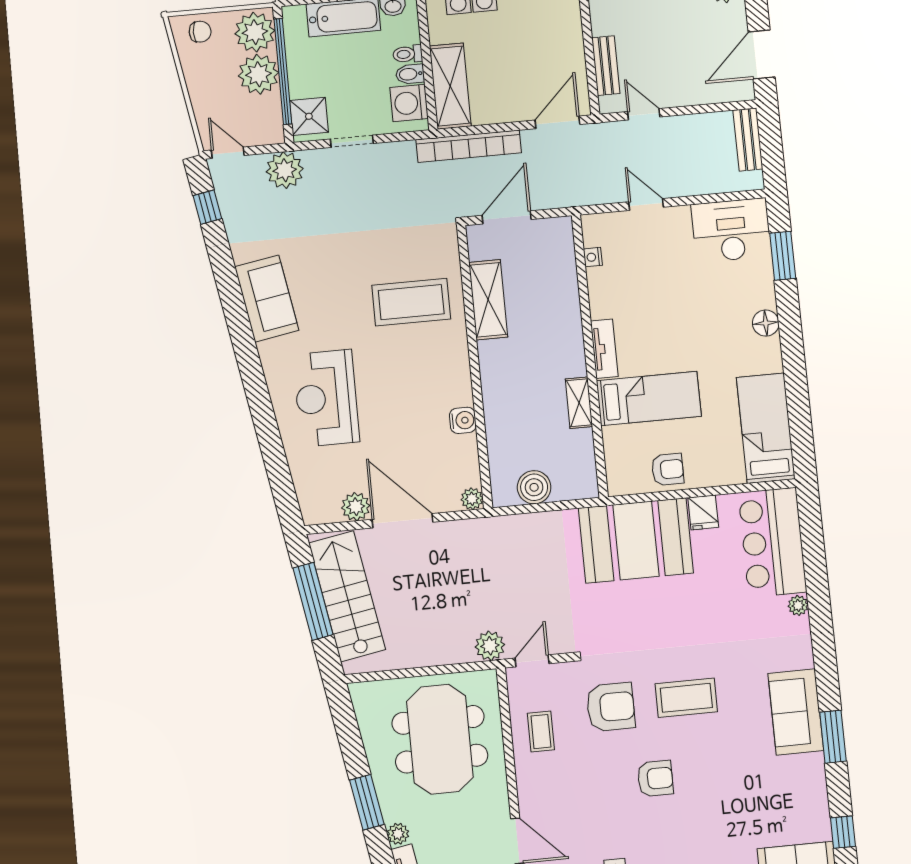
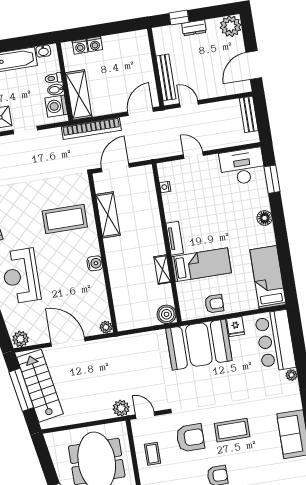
bench: (606, 66) -> (166, 77), width x1.36
water cooler: (463, 420) -> (95, 263), moved
boiler: (534, 487) -> (167, 314), moved
plant: (356, 507) -> (20, 339), moved
door: (532, 661) -> (145, 415), hinge flipped

